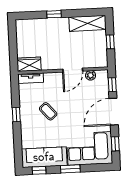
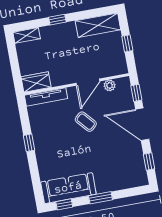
shelving: (26, 24) -> (27, 35), added
tv unit: (31, 78) -> (46, 97), width x1.41
coffee table: (48, 111) -> (86, 122), moved
door: (114, 112) -> (142, 124), hinge flipped
corner sofa: (90, 148) -> (120, 171), removed

